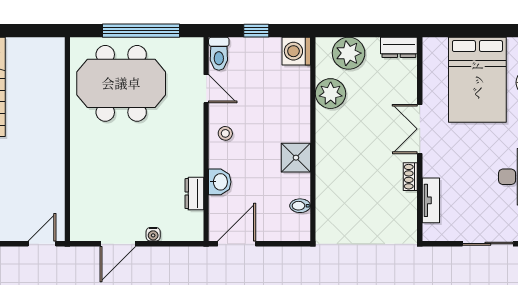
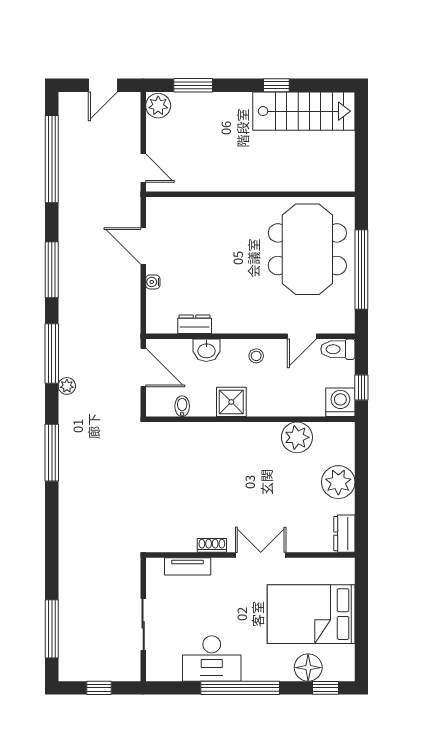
washing machine: (296, 51) -> (340, 402), moved
plant: (331, 94) -> (297, 437), moved
wall: (313, 139) -> (250, 419), moved
shower: (296, 158) -> (231, 402), moved
bidet: (300, 206) -> (182, 406), moved

